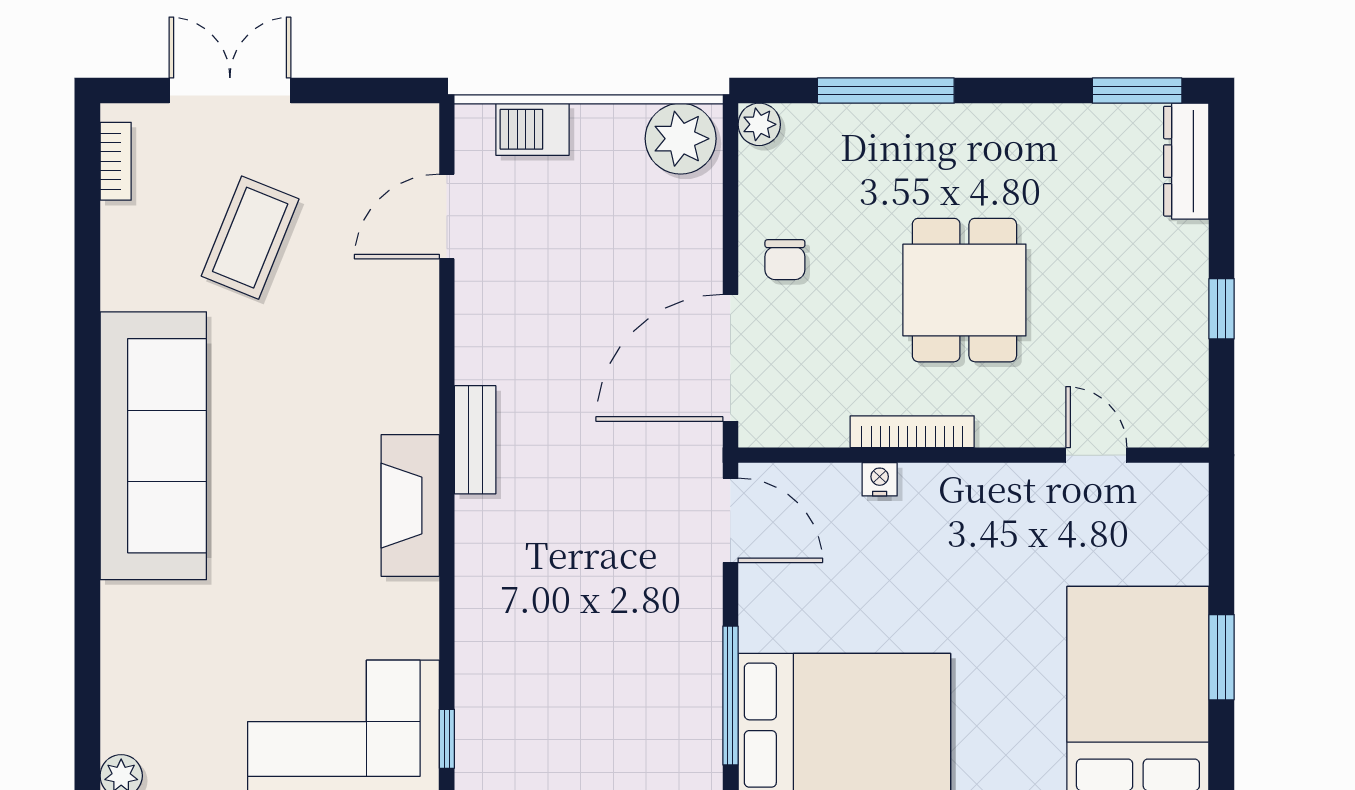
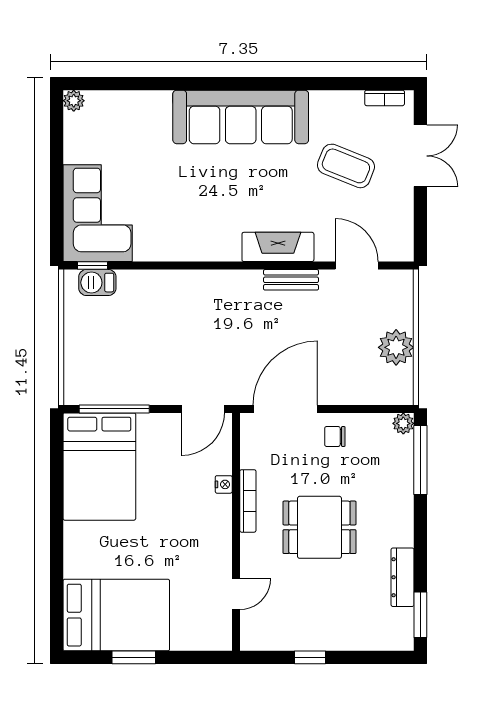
window: (886, 91) -> (420, 460), moved
barbecue: (532, 129) -> (97, 283), moved, turned -90
plant: (681, 139) -> (396, 347), moved
dresser: (1186, 161) -> (403, 577), moved, turned -90
door: (730, 358) -> (285, 409), hinge flipped
bench: (475, 440) -> (291, 280), moved
fireplace: (410, 506) -> (278, 247), moved

